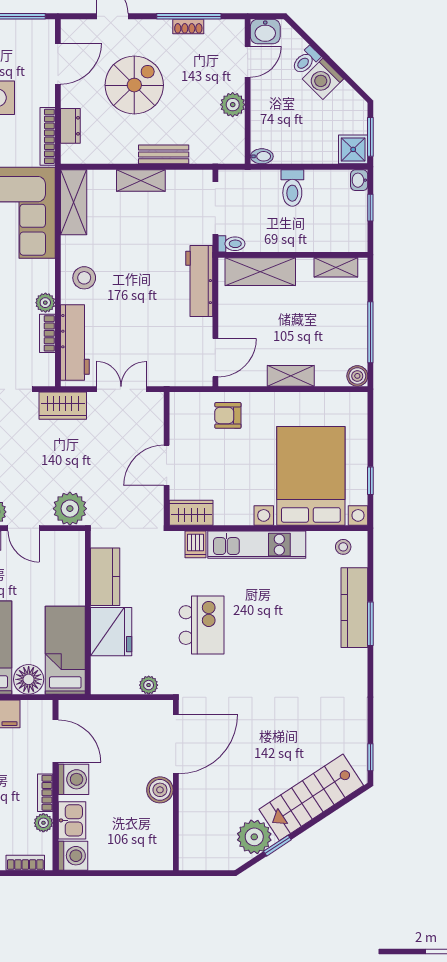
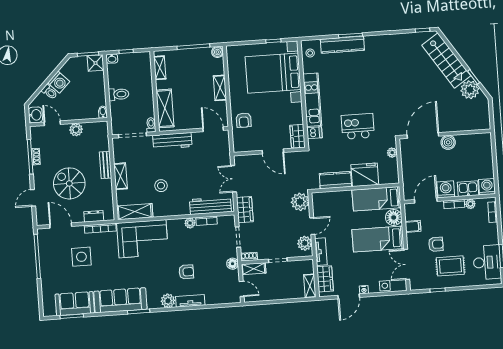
stool: (84, 278) -> (161, 186), moved
door: (176, 744) -> (423, 136), hinge flipped

